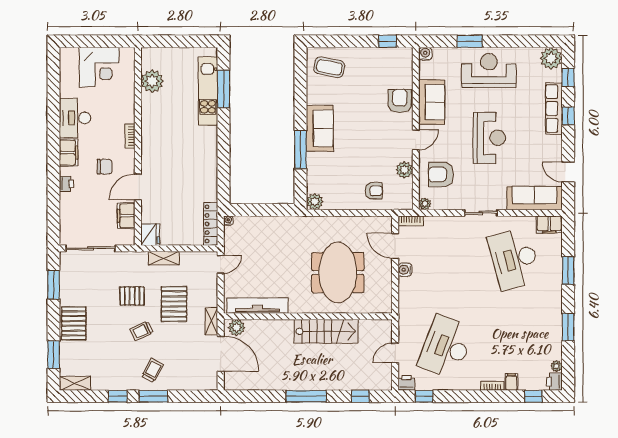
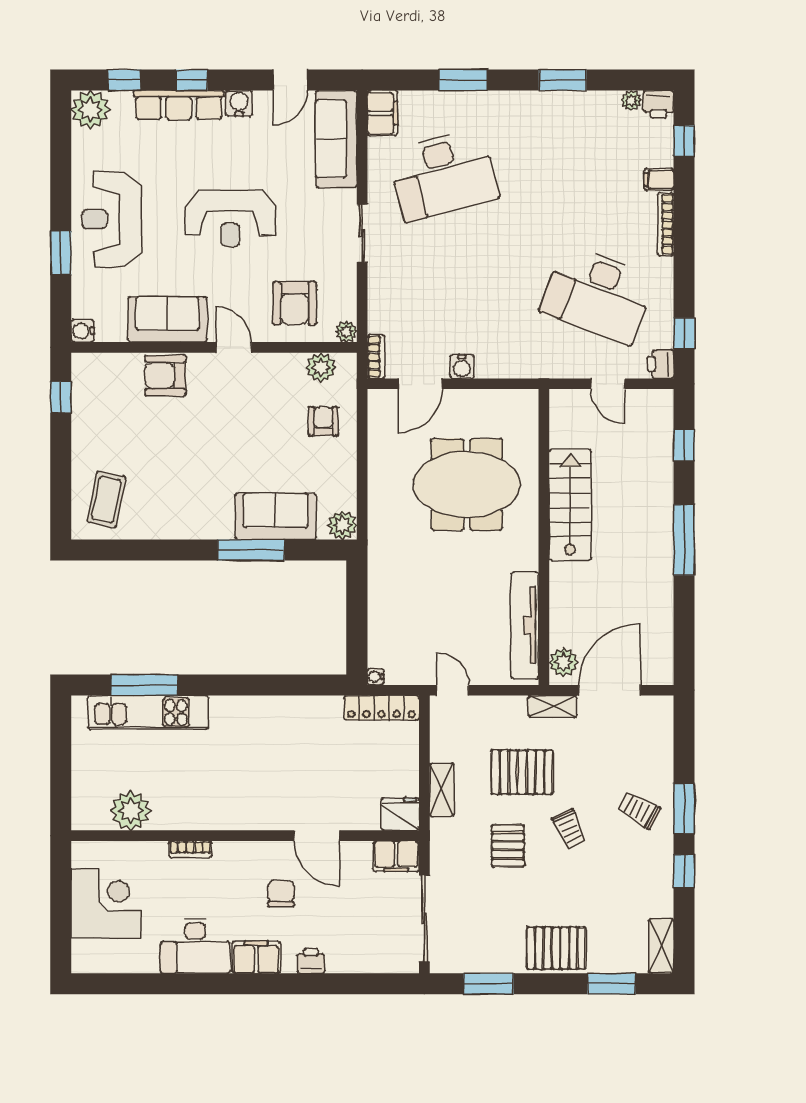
sofa: (320, 128) -> (275, 516), moved
bookcase: (130, 136) -> (190, 849), moved
reception desk: (489, 138) -> (230, 218), turned 180
water cooler: (555, 143) -> (239, 103), added
plant: (404, 170) -> (321, 367), moved
filing cabinet: (126, 216) -> (396, 856), moved
bookcase: (492, 386) -> (666, 224), width x1.56

